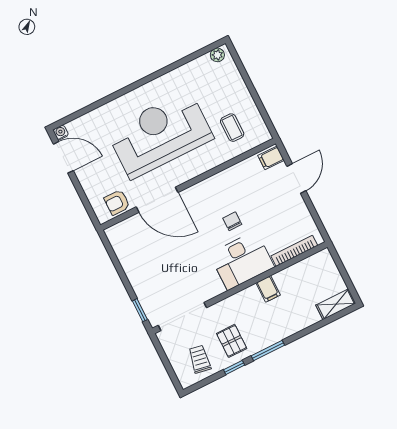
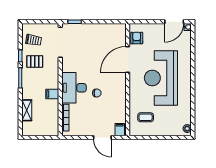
reception desk: (160, 134) -> (161, 78), turned 180
shelving: (336, 304) -> (27, 110), moved

